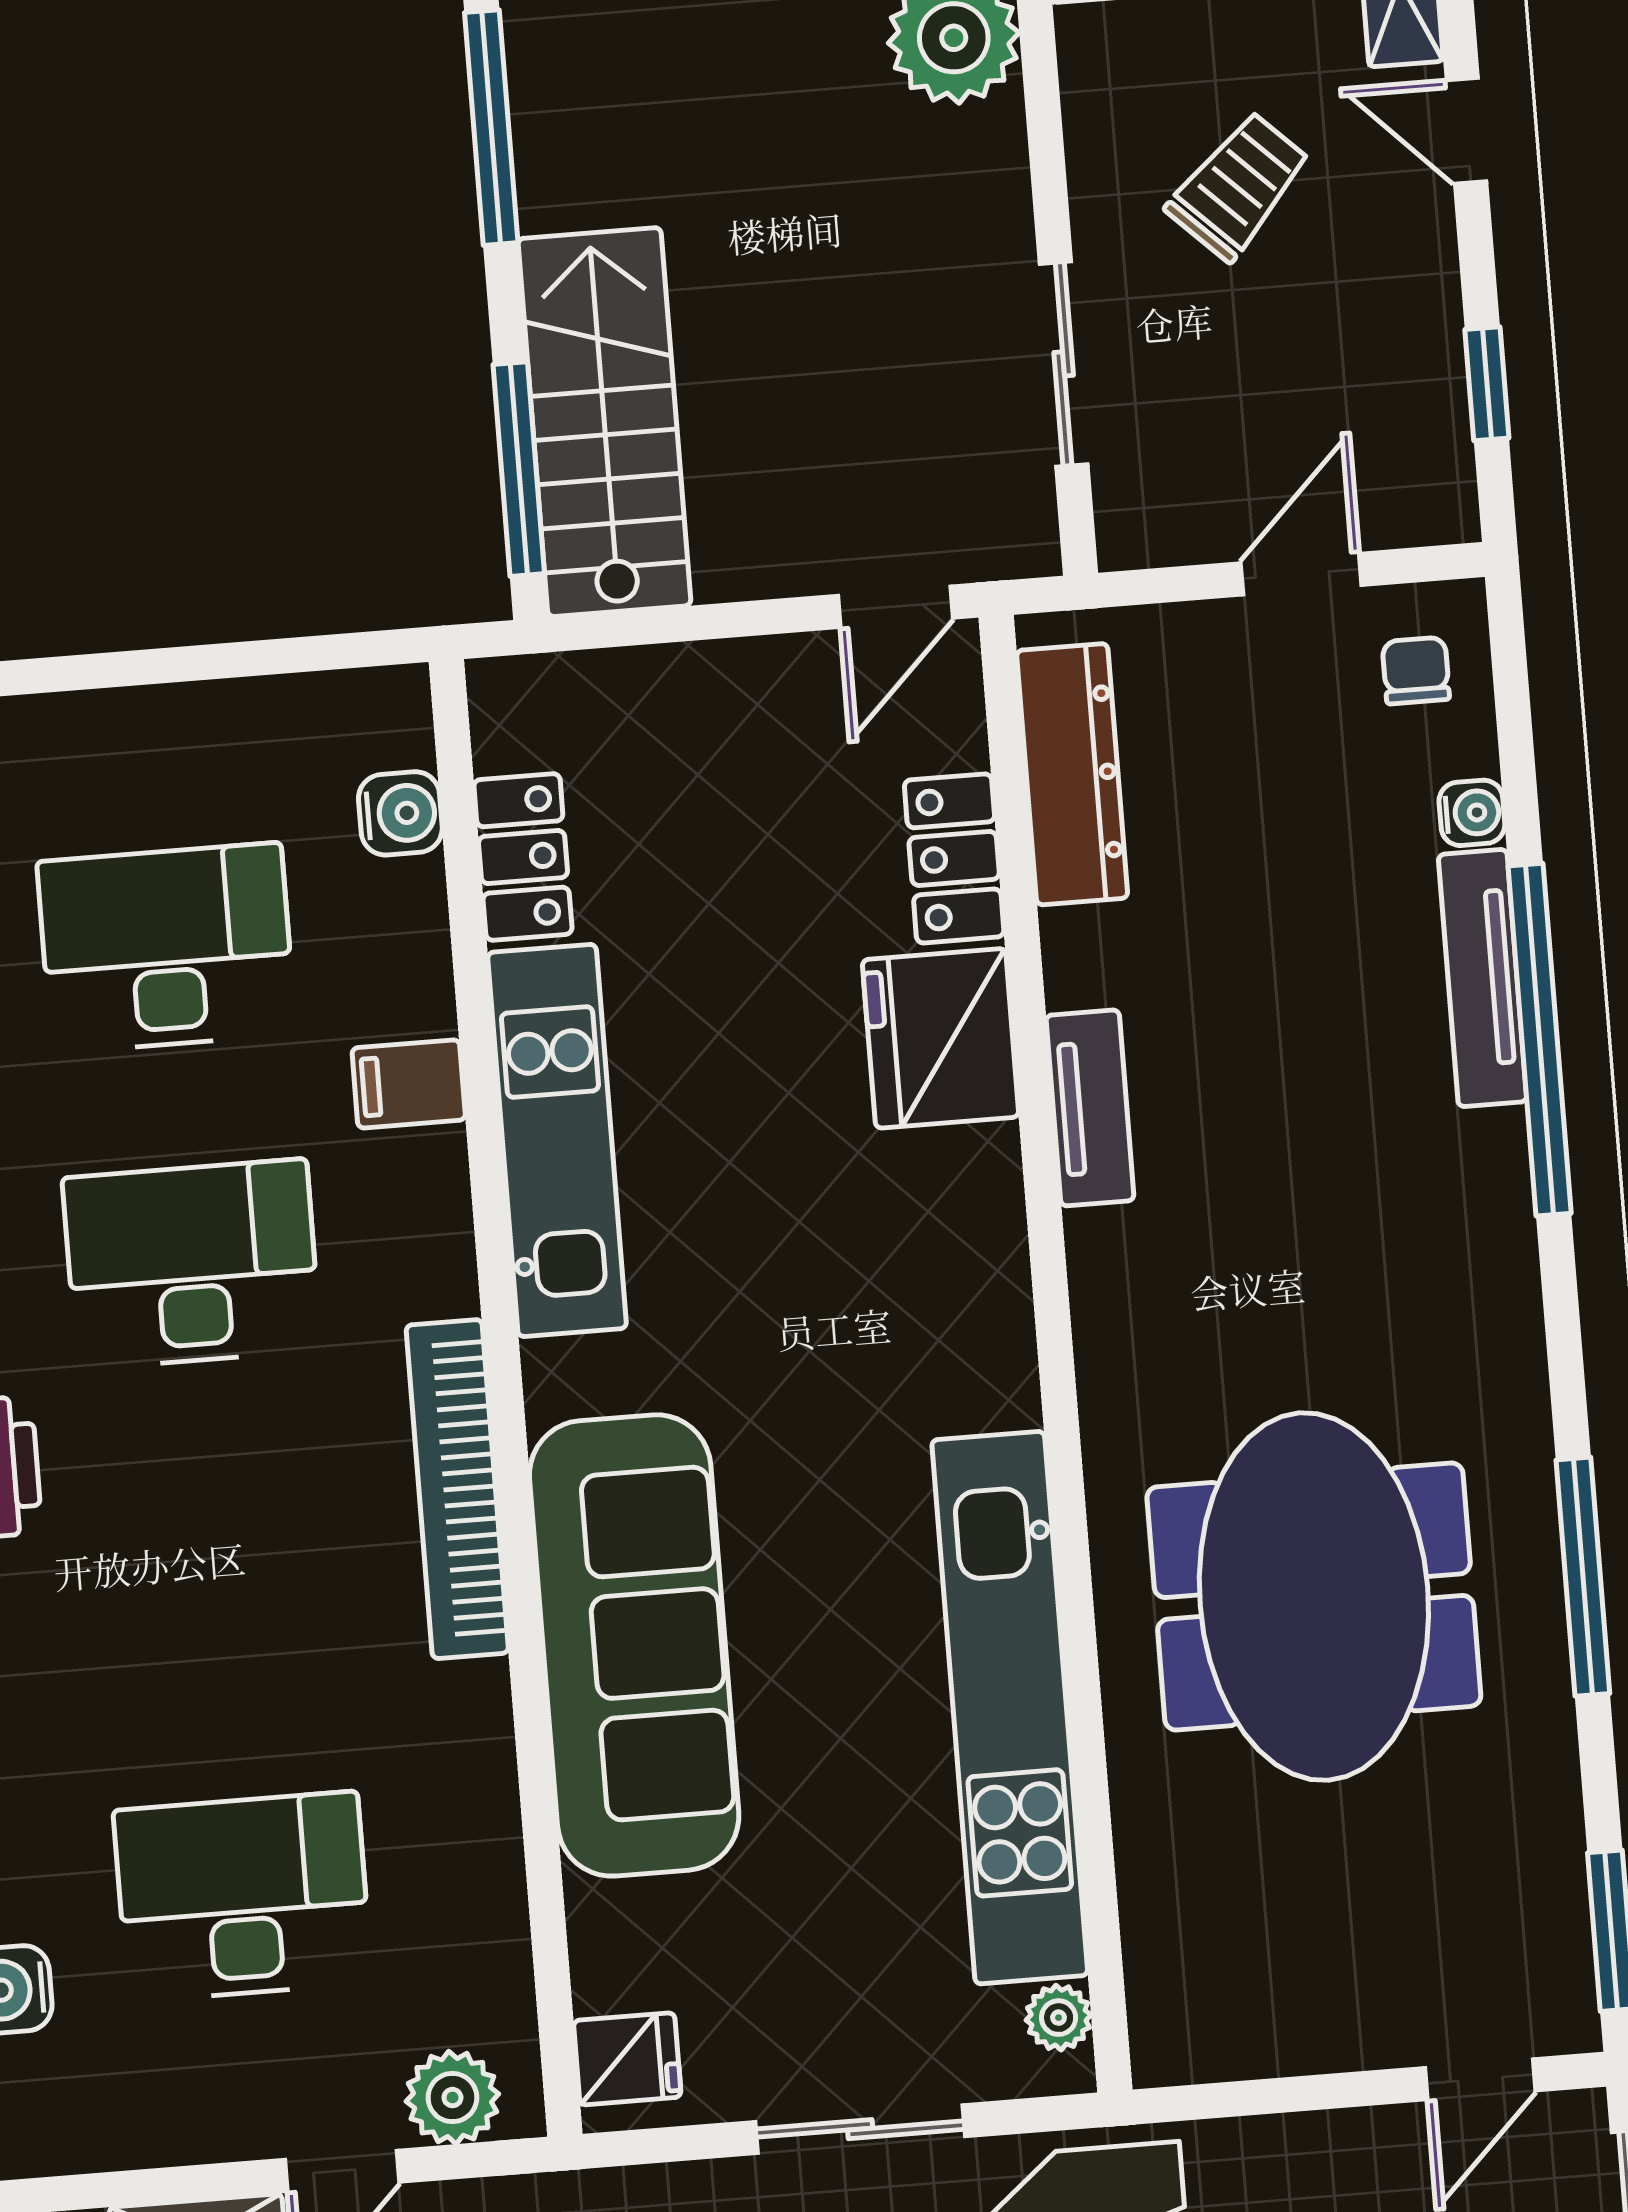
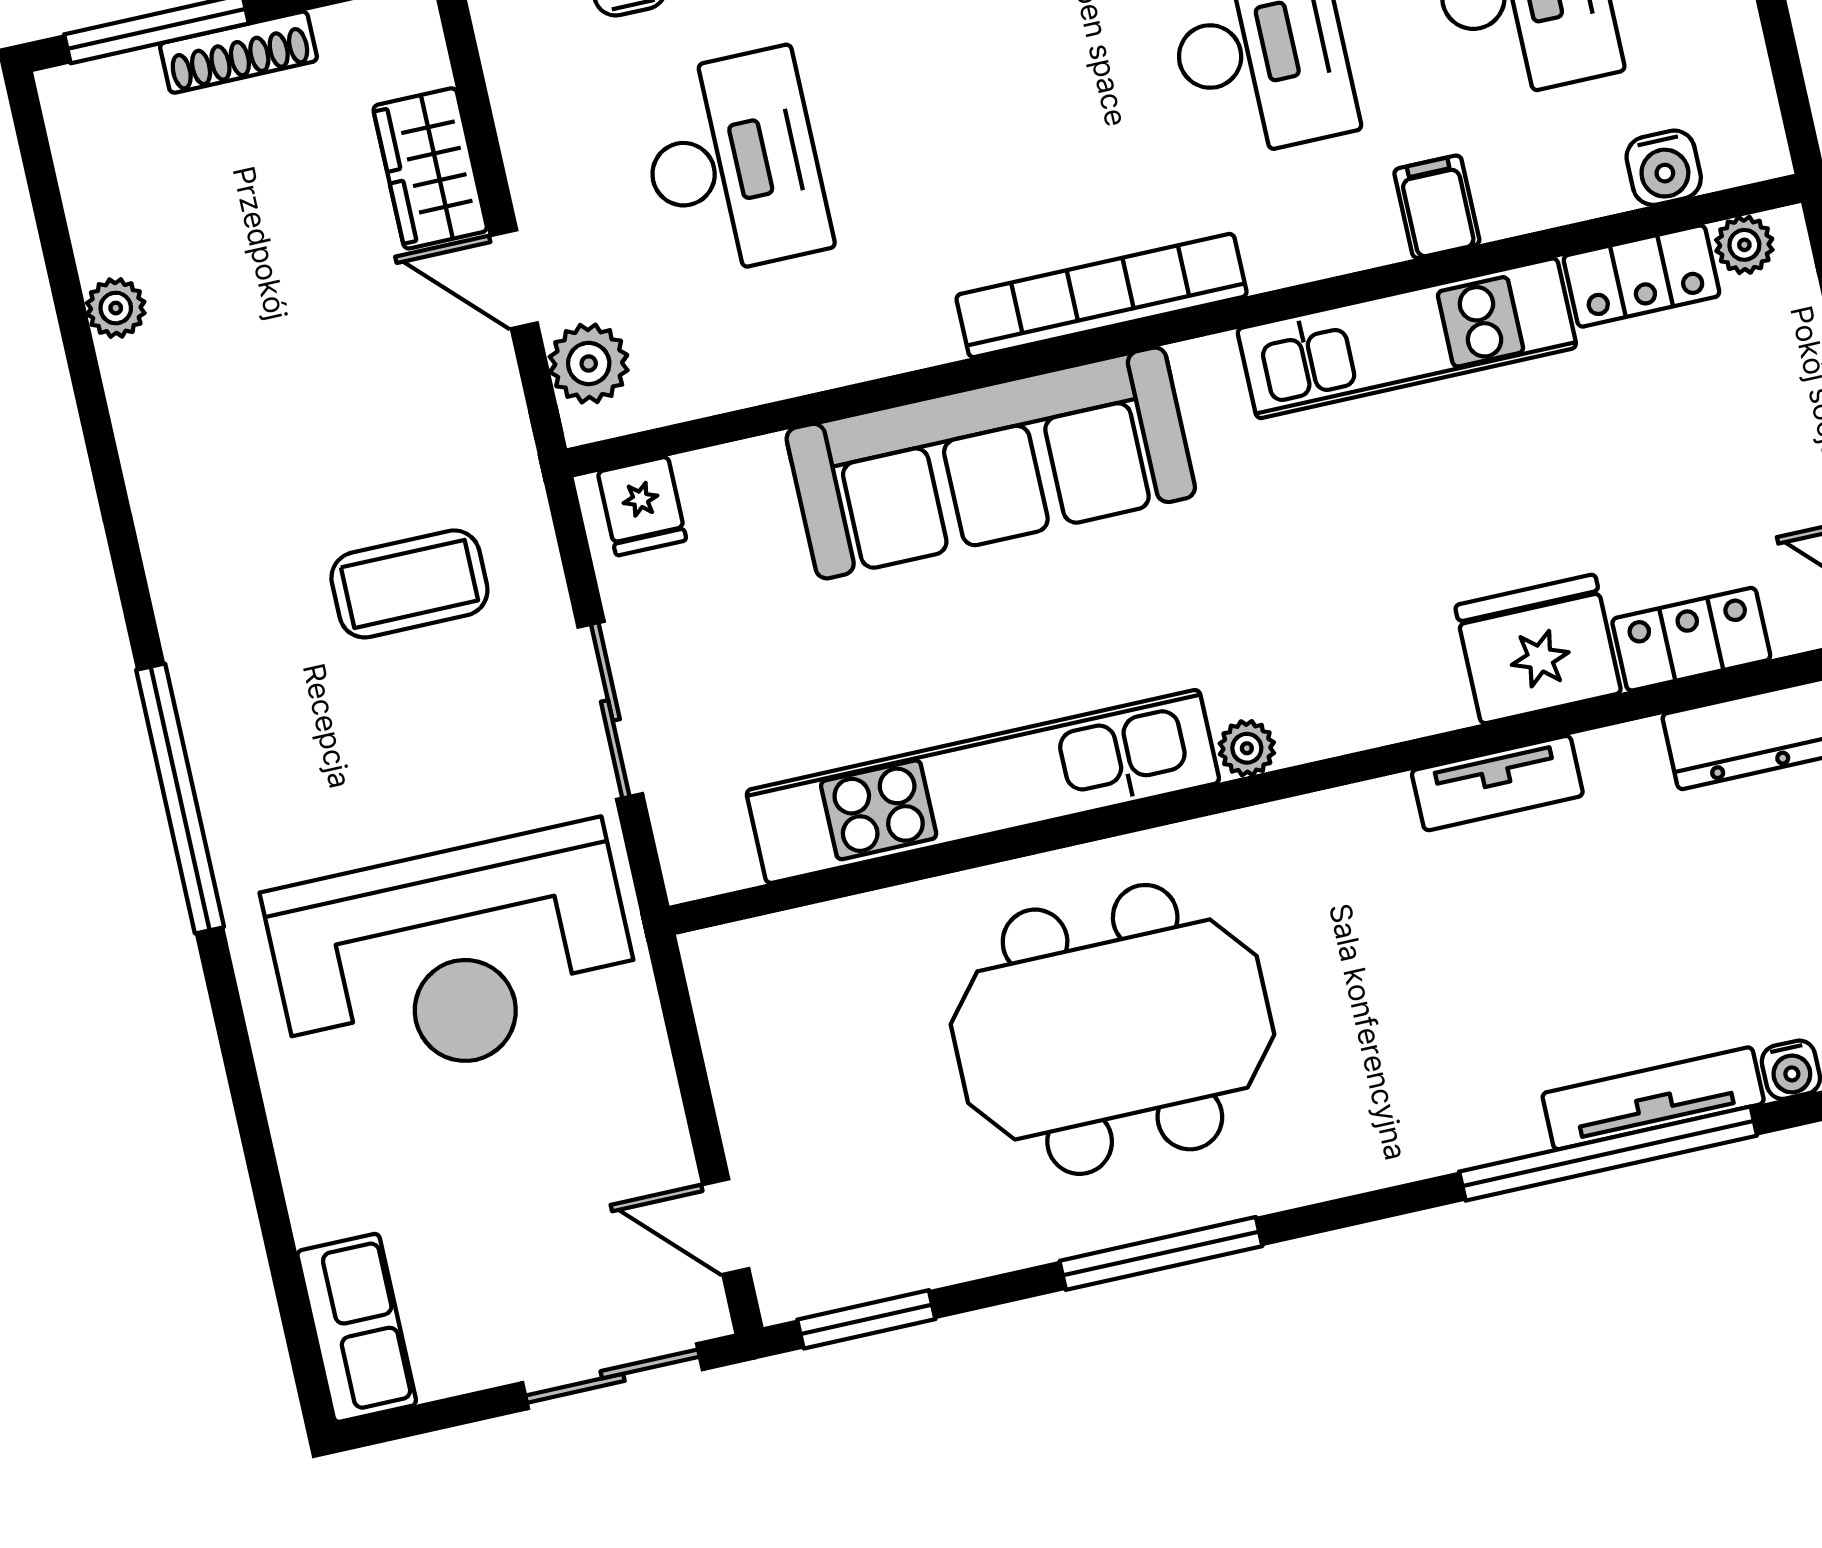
plant: (503, 732) -> (1744, 245), added
plant: (1059, 2018) -> (1247, 748), moved

